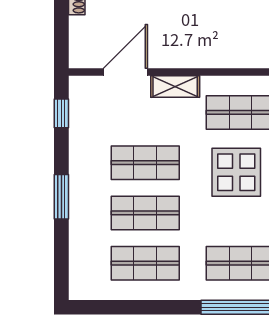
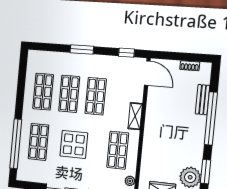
door: (125, 72) -> (147, 73), moved
display table: (236, 172) -> (74, 144), moved

